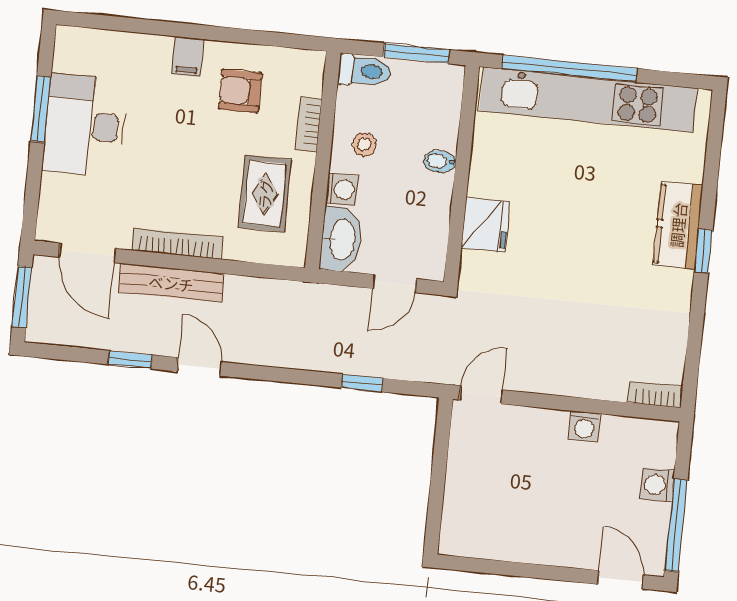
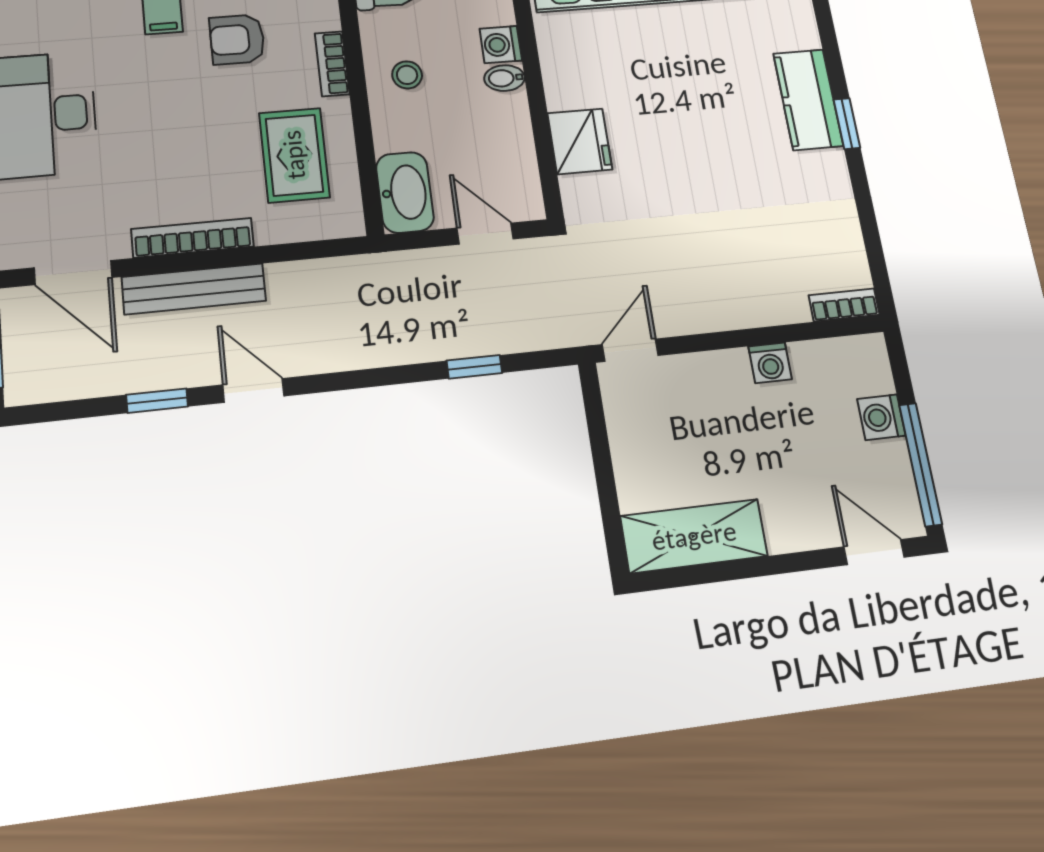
washing machine: (342, 189) -> (501, 45), moved, turned 180
door: (394, 284) -> (485, 234), swing flipped
shelving: (491, 539) -> (694, 536), added

